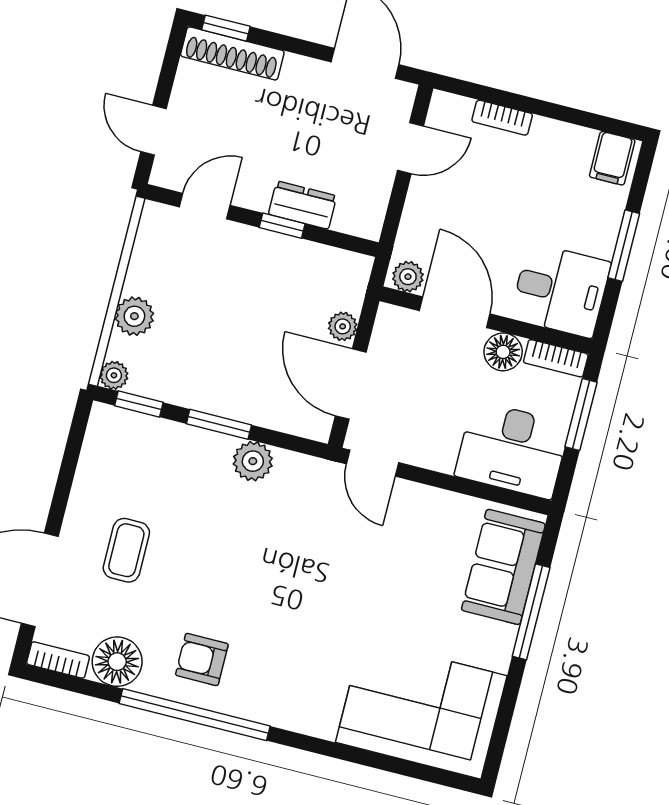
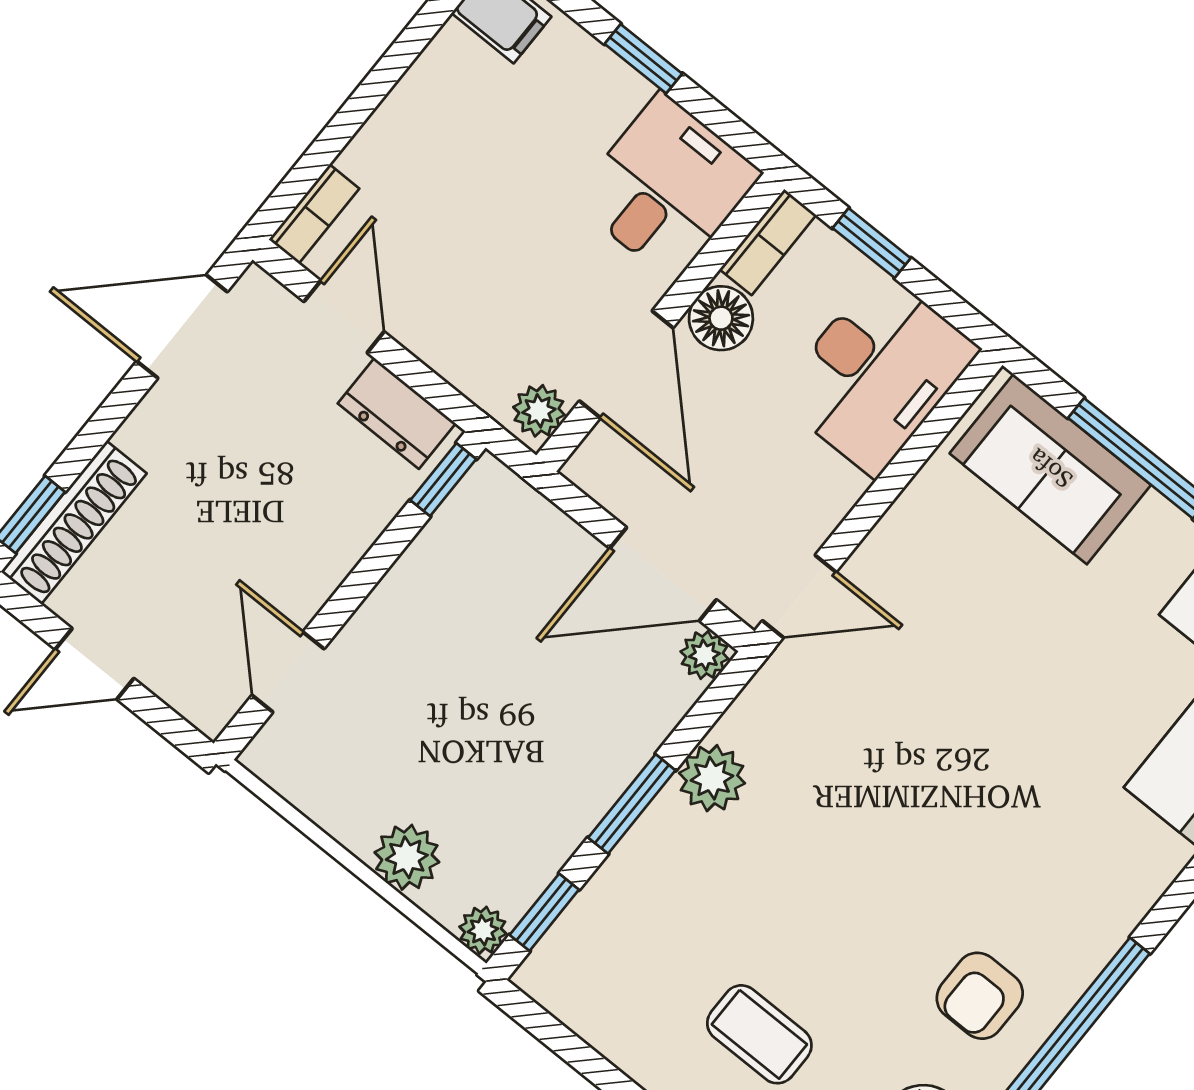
bookcase: (502, 118) -> (314, 214), moved
door: (154, 130) -> (95, 664), moved
dresser: (303, 205) -> (397, 413), moved, turned -90
window: (282, 226) -> (443, 480), moved
window: (624, 246) -> (643, 59), width x0.67
door: (455, 312) -> (626, 364), swing flipped
plant: (343, 326) -> (704, 655), moved
window: (581, 415) -> (872, 243), width x0.67

